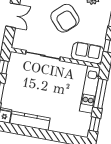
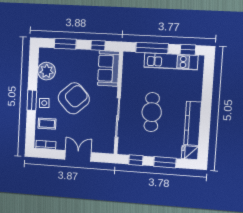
cafe table: (44, 86) -> (152, 112), added
kitchen unit: (90, 89) -> (171, 61), moved

